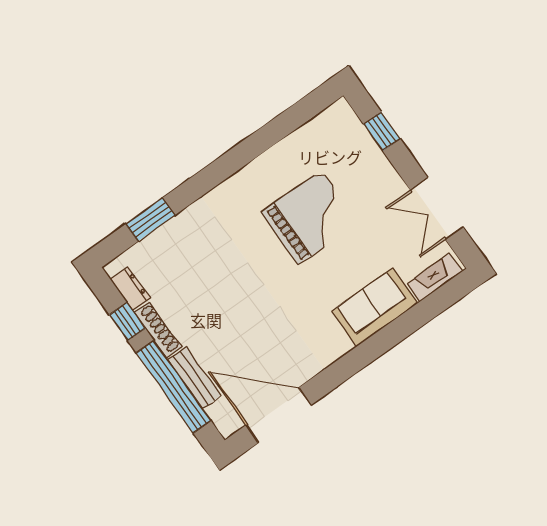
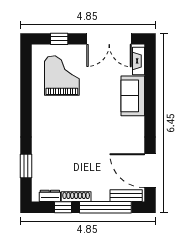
double door: (437, 208) -> (109, 39), width x1.37
grand piano: (310, 217) -> (62, 76), moved
bench: (194, 378) -> (126, 196), moved
door: (278, 415) -> (150, 171), hinge flipped

